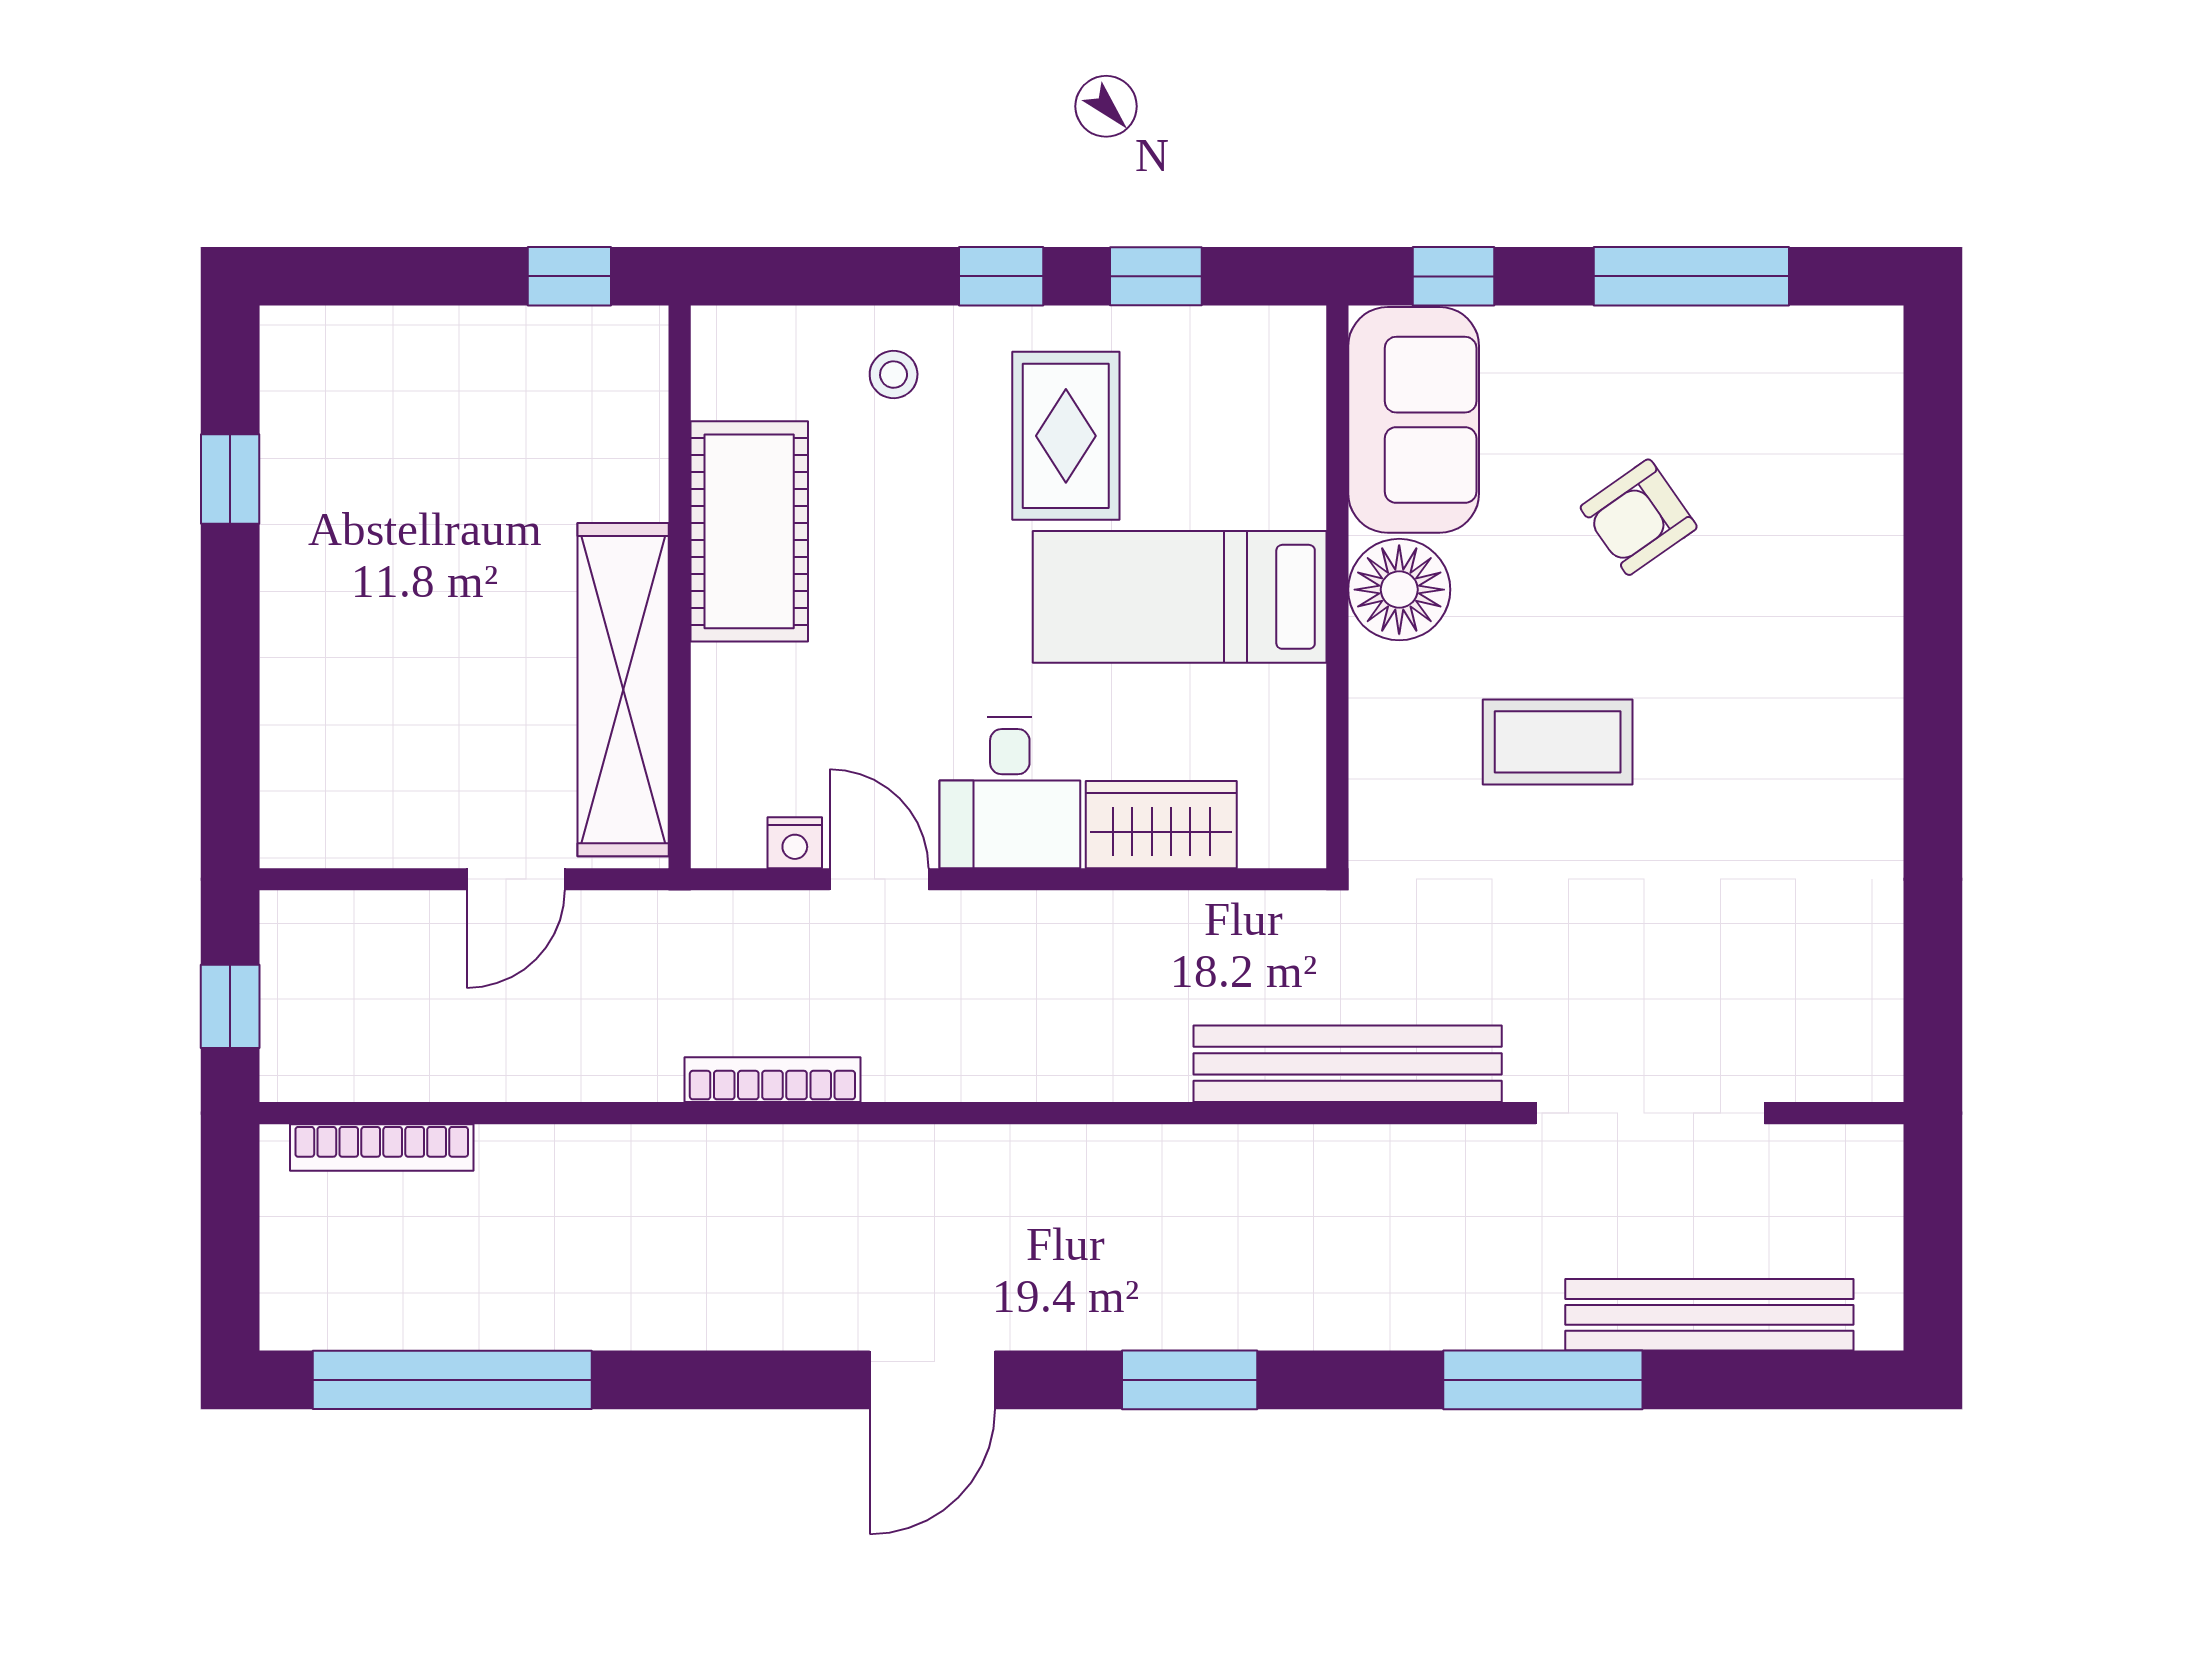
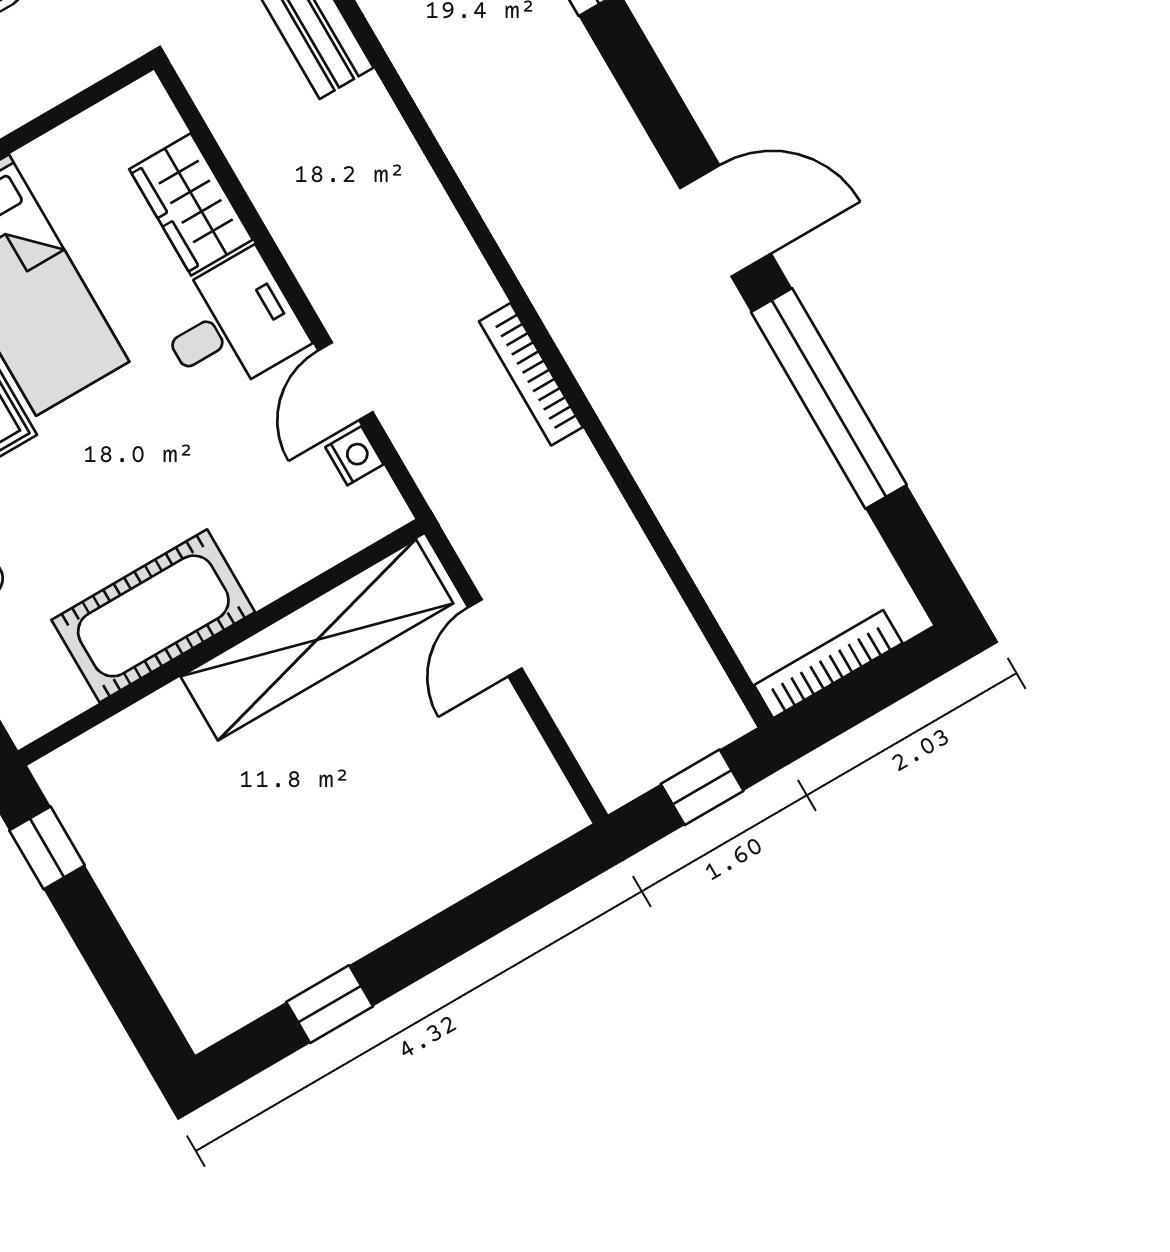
door: (516, 879) -> (495, 638), swing flipped
bookcase: (382, 1147) -> (828, 664), moved, turned -90
window: (452, 1380) -> (829, 398), moved
door: (932, 1380) -> (725, 221), moved

